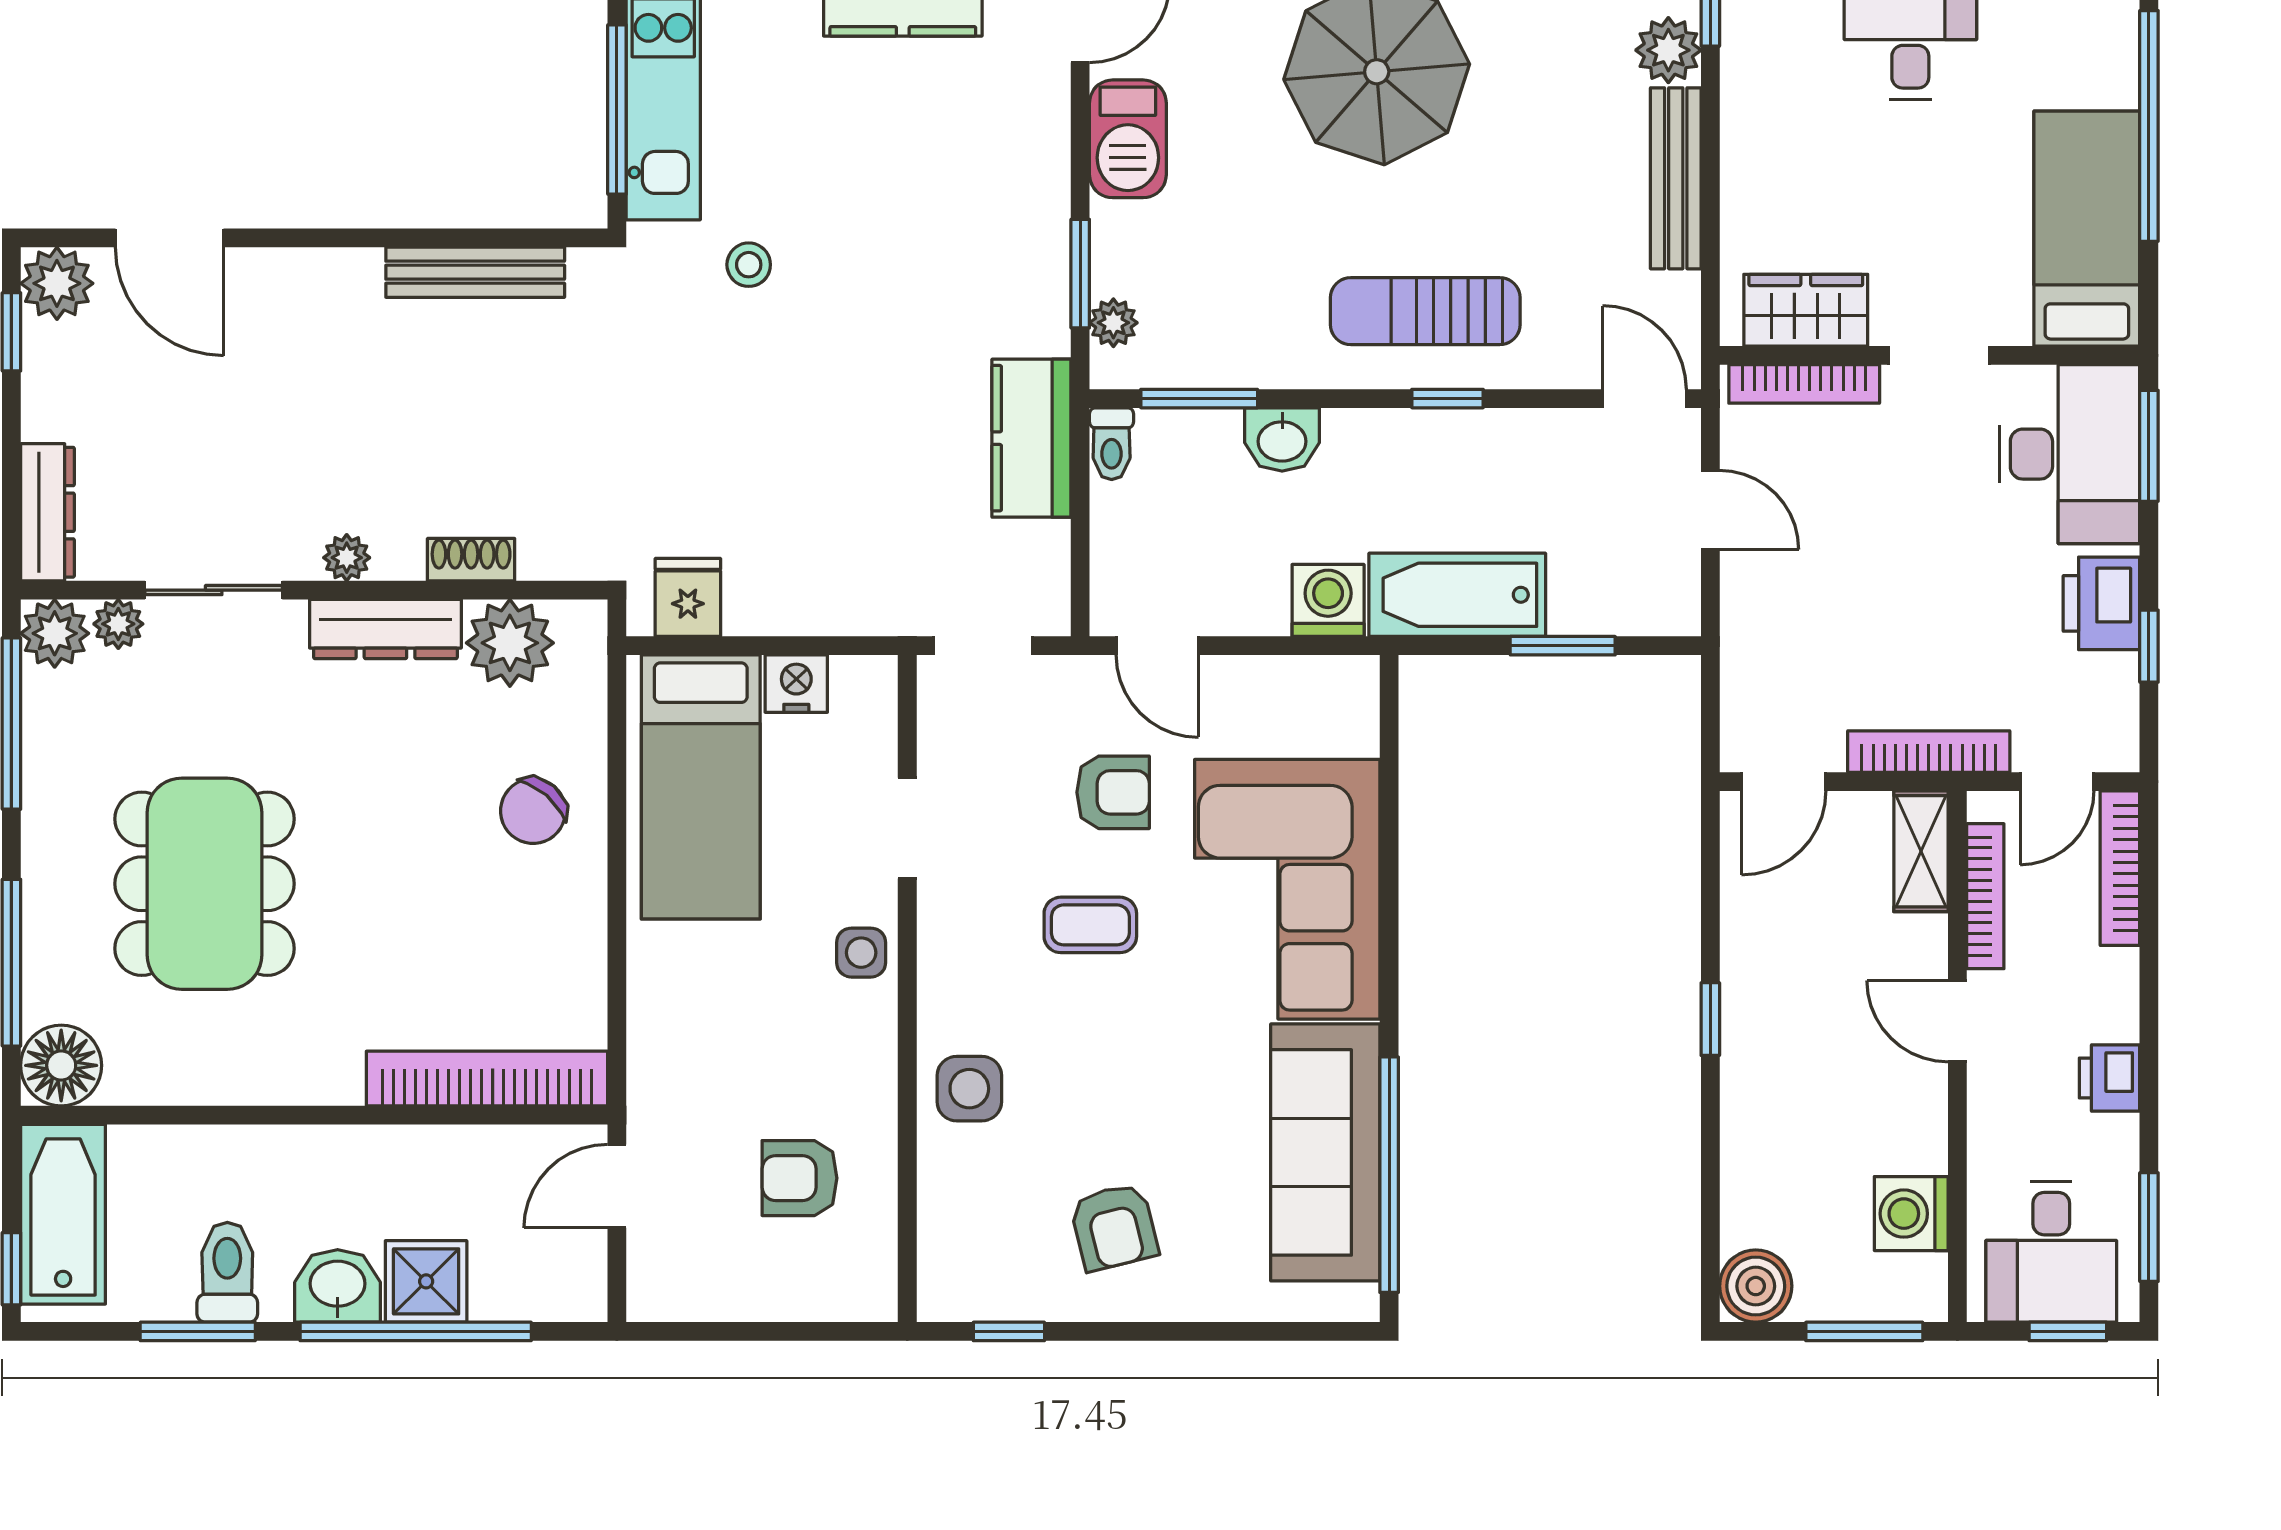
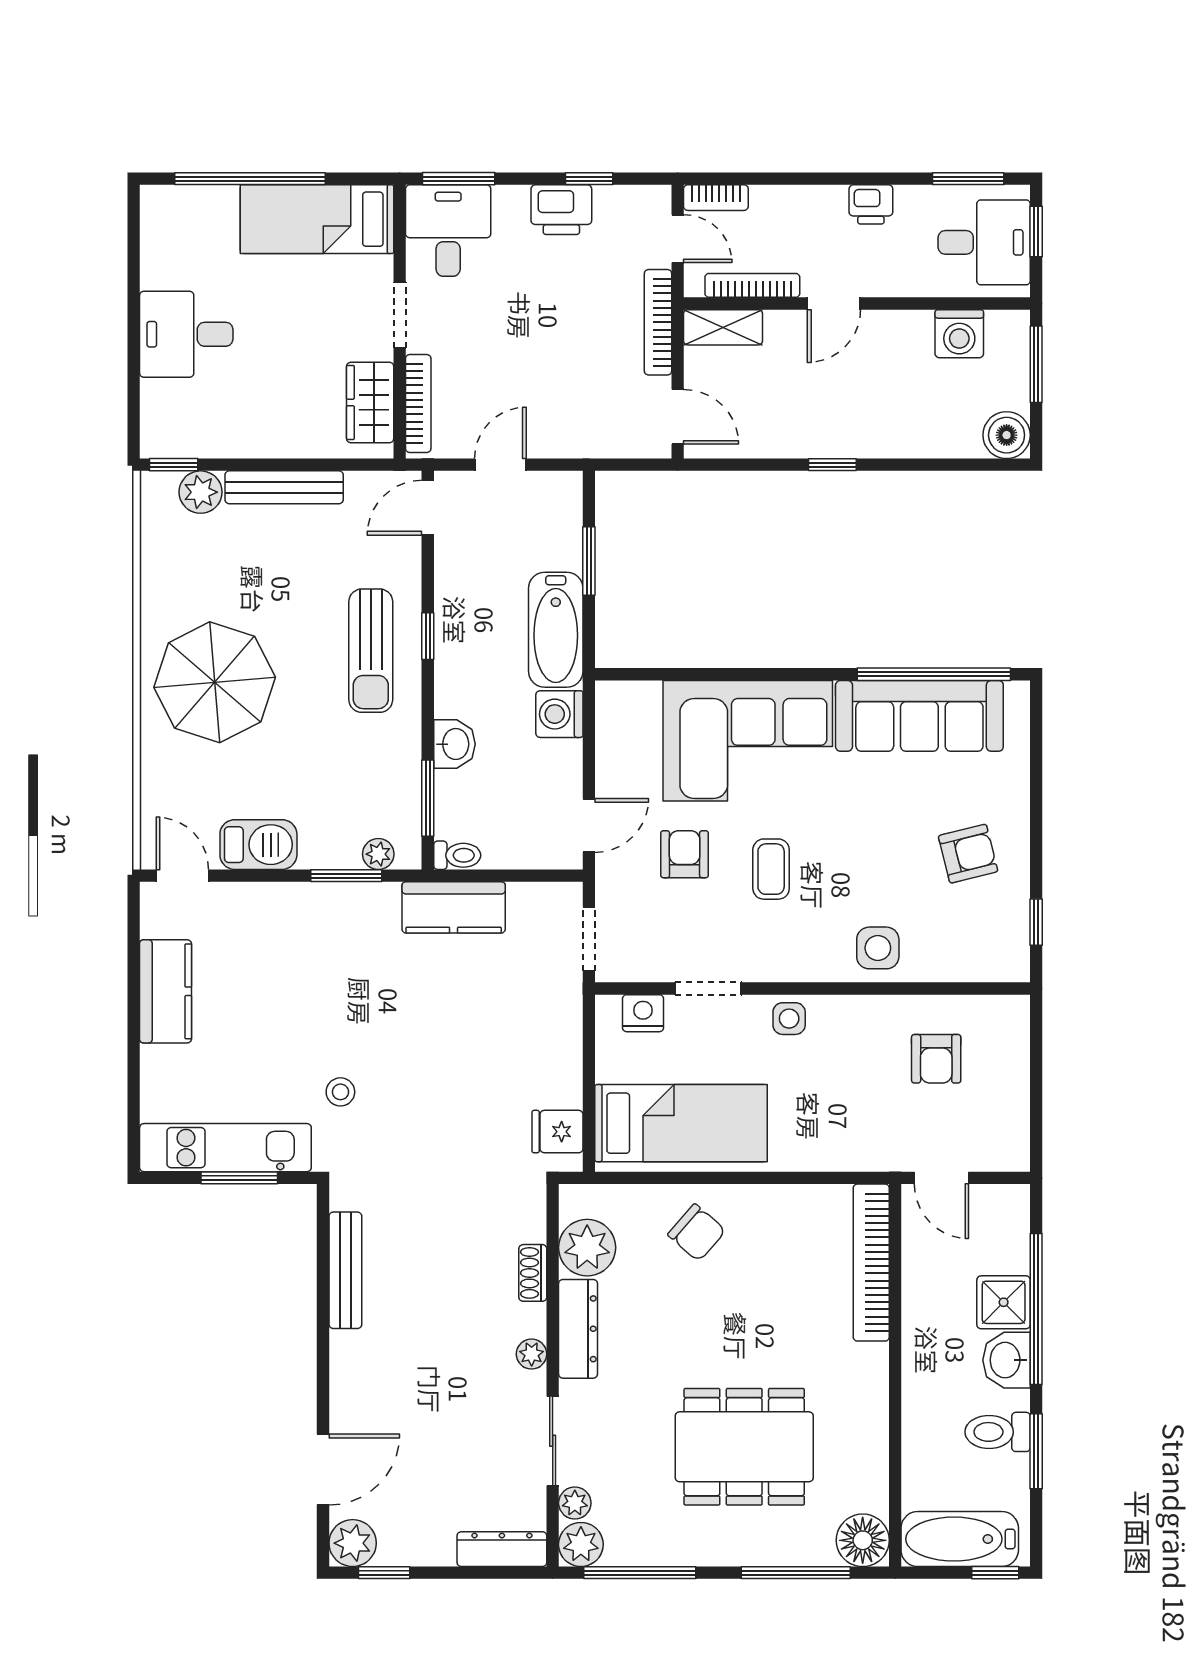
window: (617, 109) -> (239, 1178), width x0.69
desk: (2069, 454) -> (448, 231), width x0.73
nightstand: (796, 684) -> (643, 1013), moved, turned 90
bookcase: (2120, 868) -> (716, 198), width x0.64

